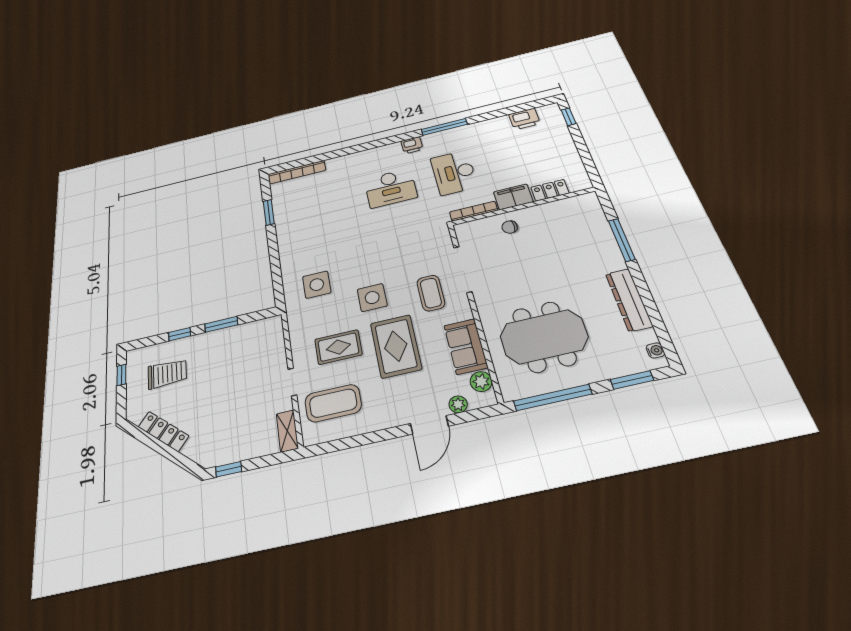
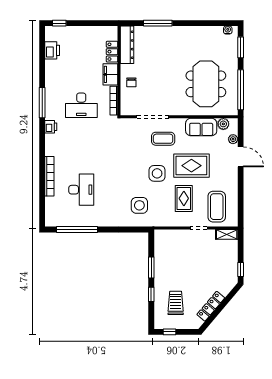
bookcase: (297, 172) -> (49, 176), moved
desk: (391, 188) -> (81, 190), moved
window: (269, 212) -> (77, 230), width x2.11
dresser: (629, 300) -> (127, 45), moved, turned -90

